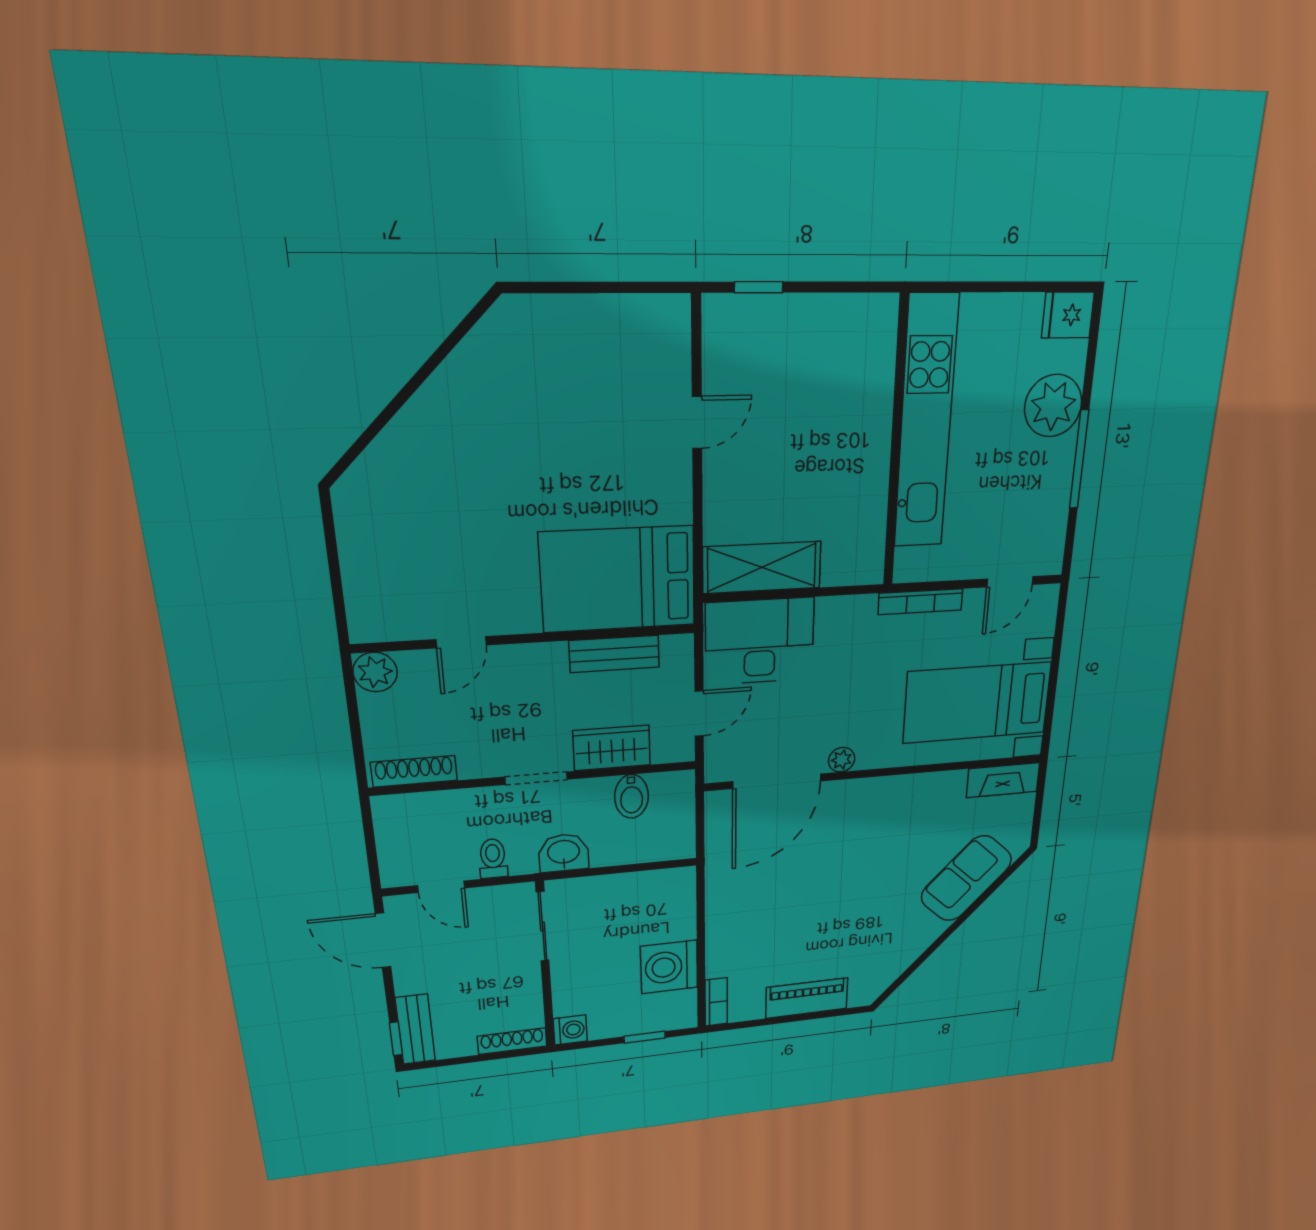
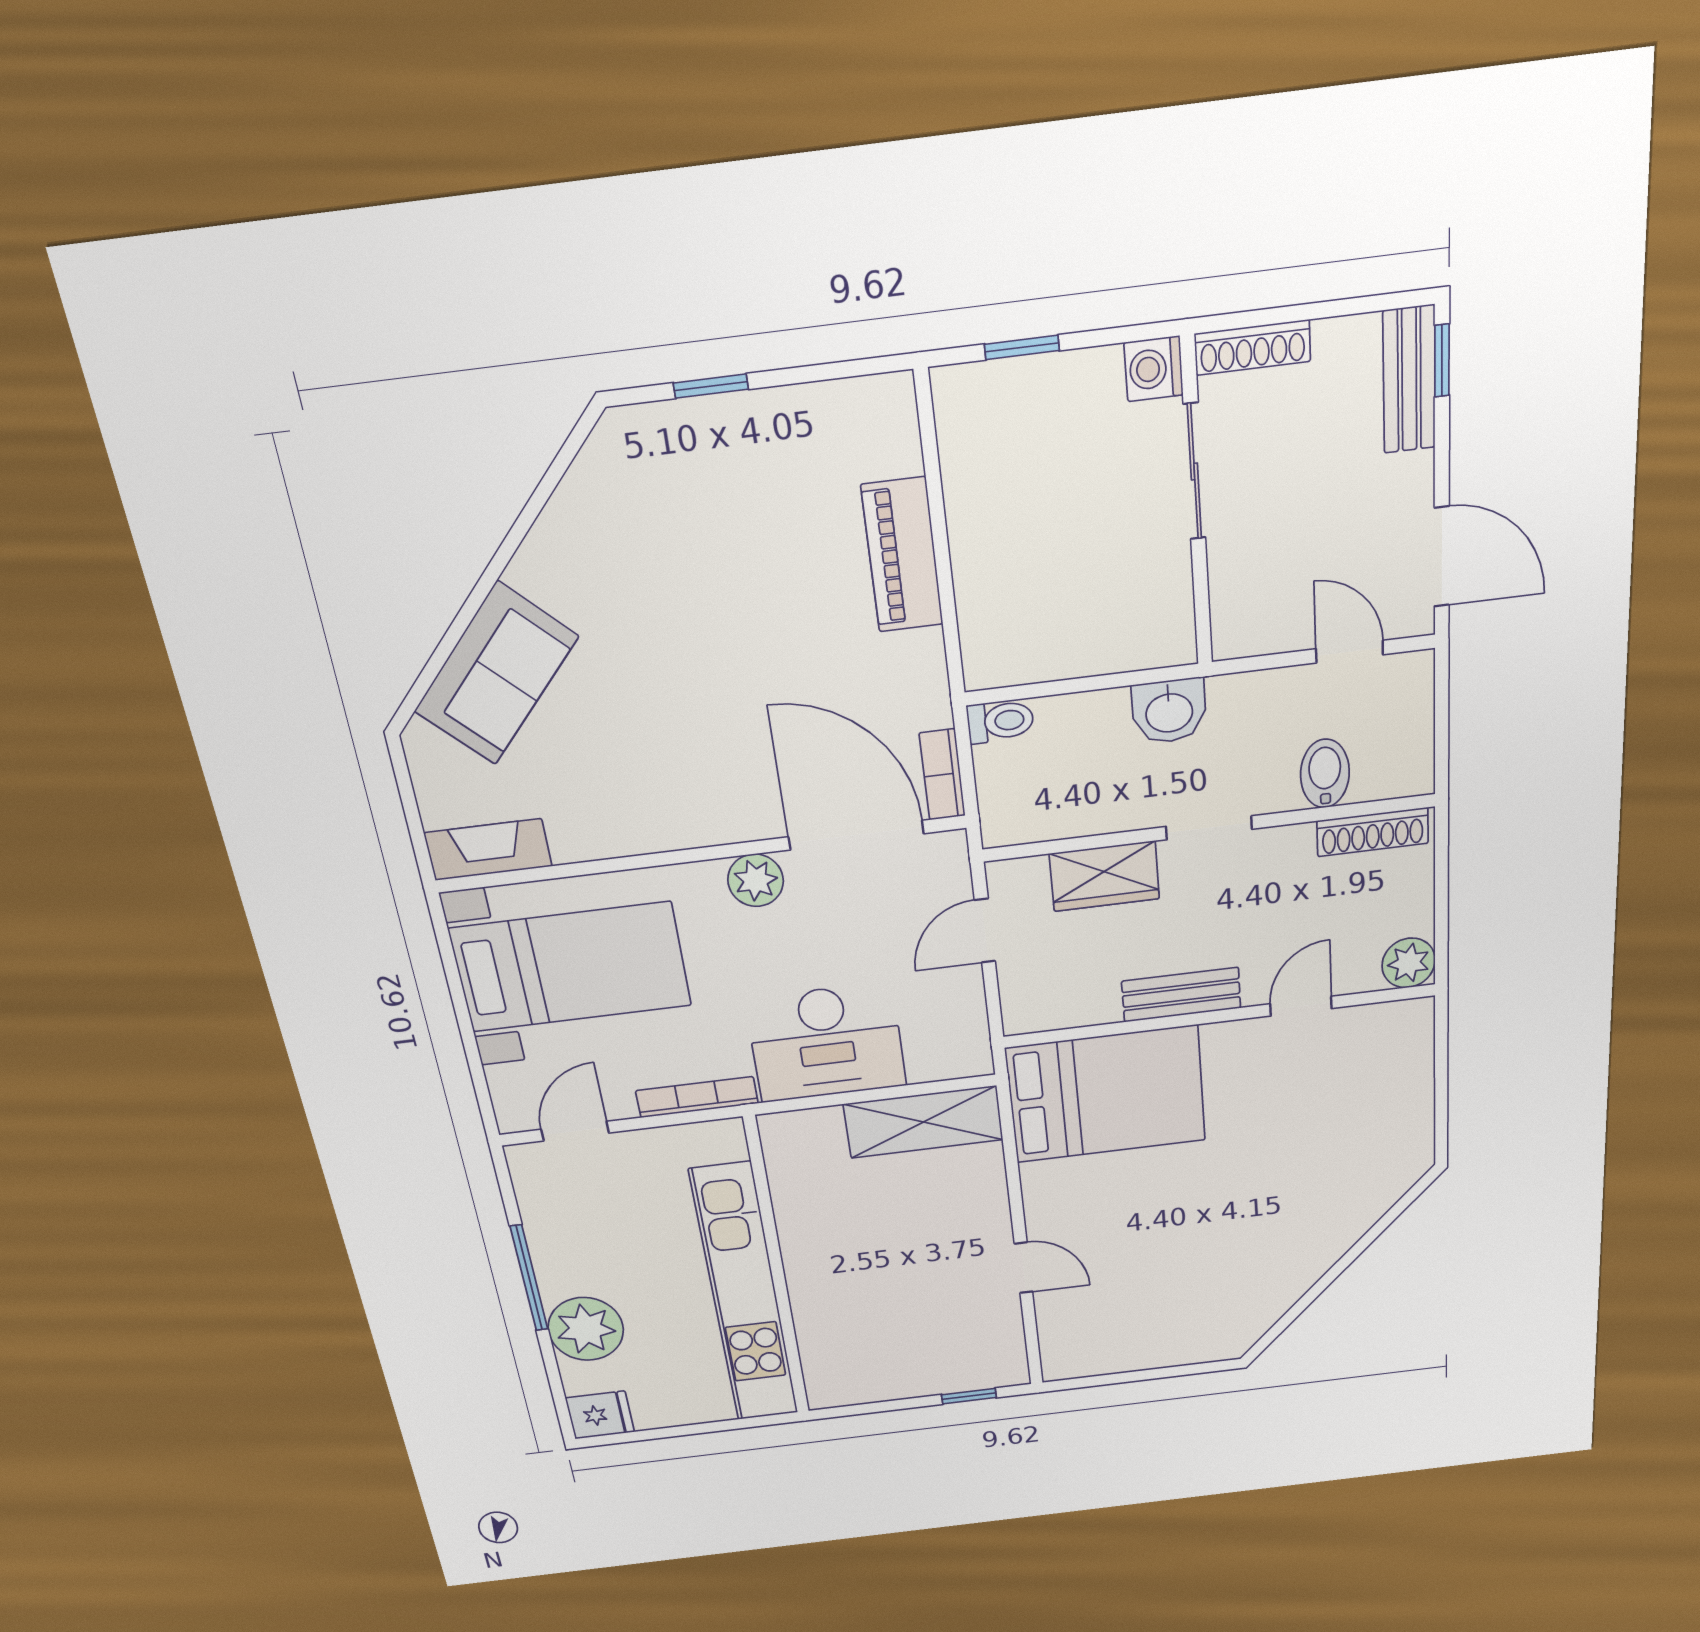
door: (697, 423) -> (1023, 1268), swing flipped
desk: (760, 641) -> (826, 1043), moved
bench: (614, 654) -> (1181, 995), moved
plant: (842, 760) -> (756, 880), width x1.38, depth x1.38
door: (777, 781) -> (856, 835), hinge flipped
bidet: (632, 796) -> (1325, 774), moved
toilet: (493, 858) -> (1000, 721), moved, turned -90
sliding door: (543, 927) -> (1194, 472), moved
washing machine: (669, 967) -> (990, 500), removed
piano: (807, 998) -> (902, 555), moved, turned 90
bookcase: (716, 1002) -> (942, 775), moved
window: (814, 1016) -> (711, 386), added

